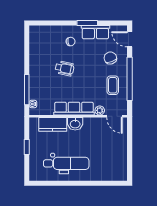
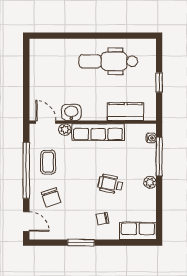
row of seats: (95, 32) -> (138, 231), moved
plant: (34, 70) -> (150, 182), added
washbasin: (75, 124) -> (71, 112), moved

